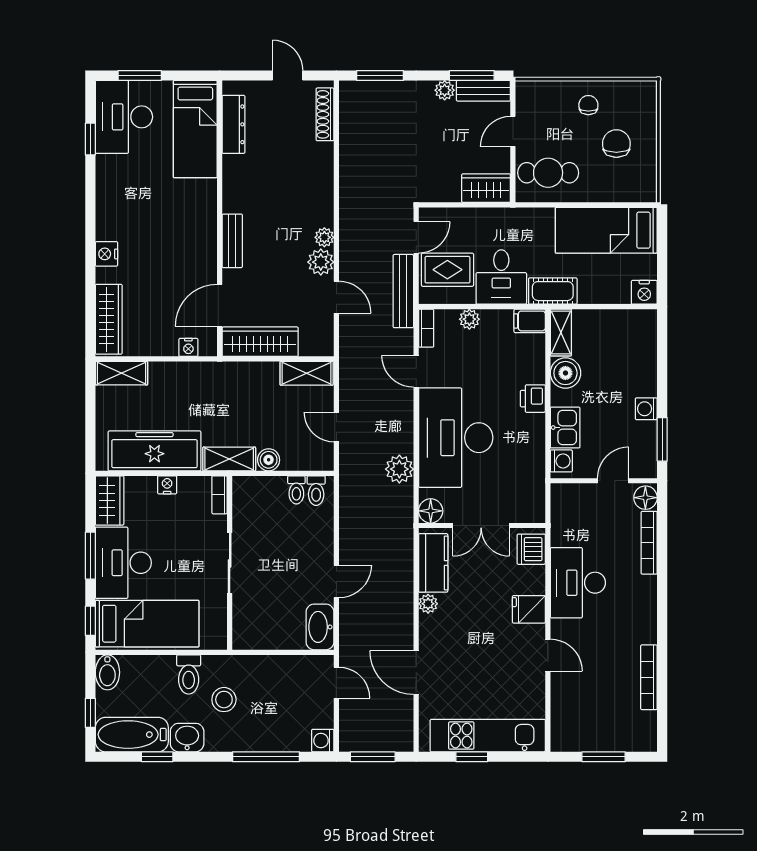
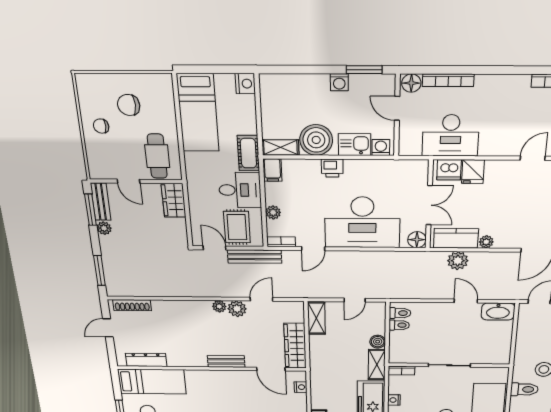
boiler: (565, 373) -> (316, 140), width x1.37, depth x1.37
plant: (399, 469) -> (458, 261), moved
desk: (578, 583) -> (451, 135), moved
fridge: (529, 609) -> (473, 172), moved

